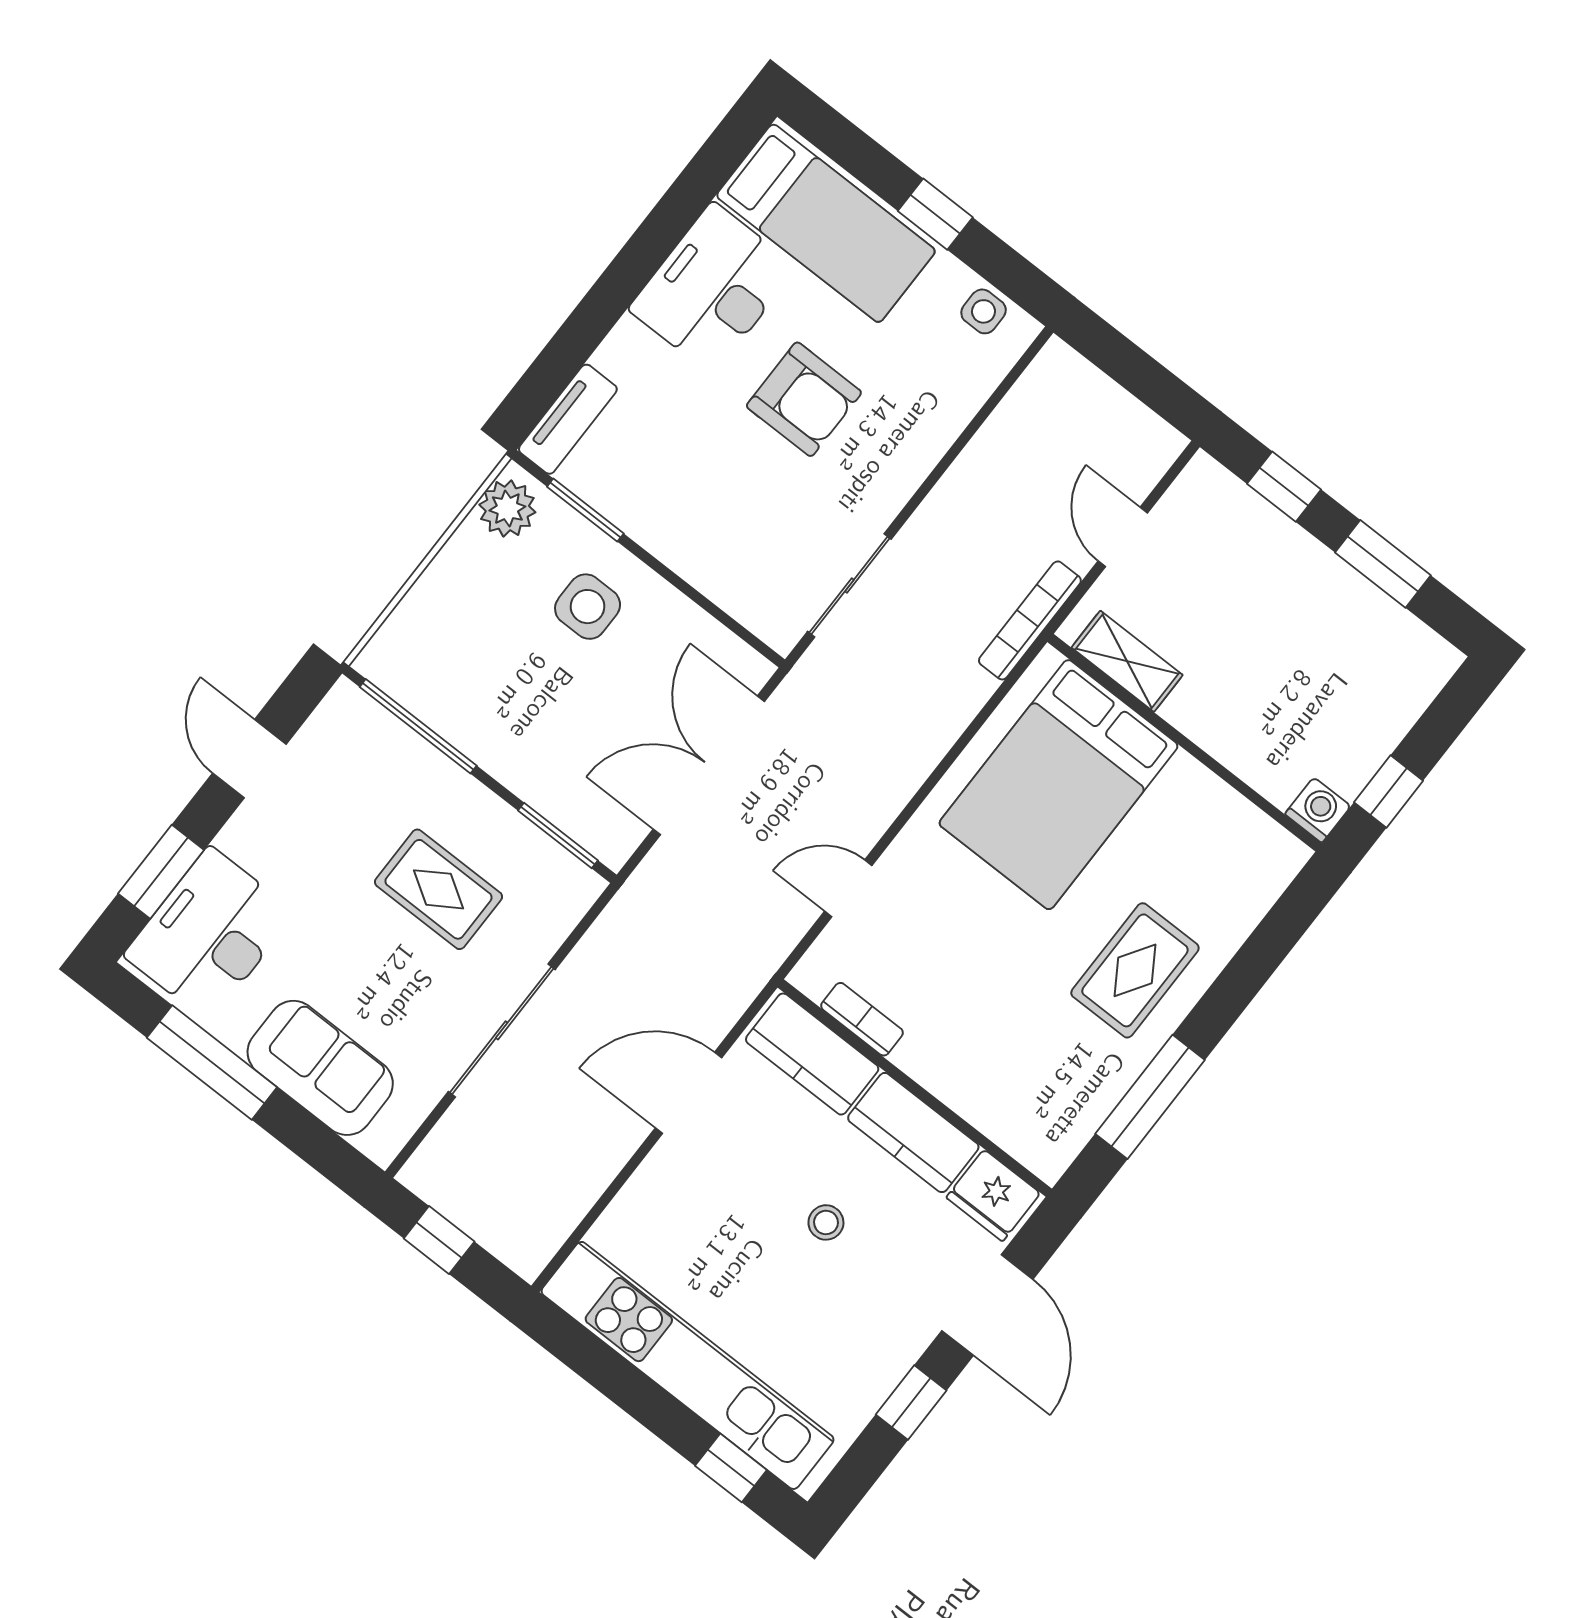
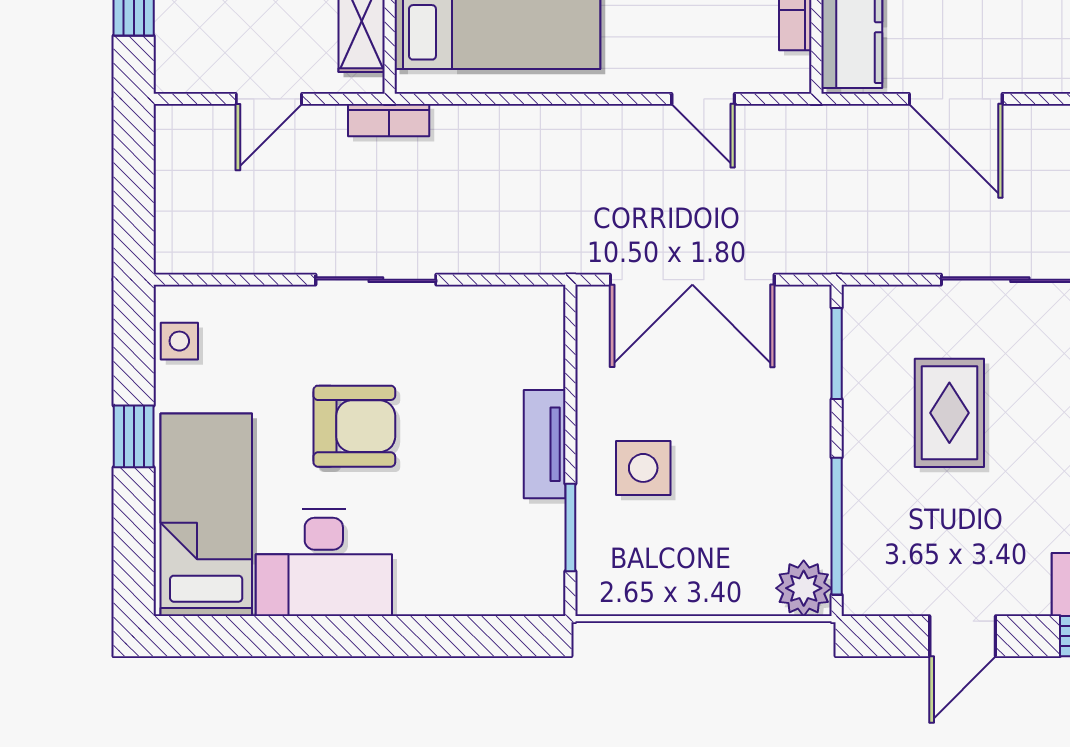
armchair: (804, 399) -> (354, 426), turned 90
tv unit: (568, 419) -> (545, 444), moved, turned -90
plant: (507, 508) -> (804, 588), moved
sliding door: (849, 585) -> (376, 280), moved
bookcase: (1030, 620) -> (389, 120), width x0.64

